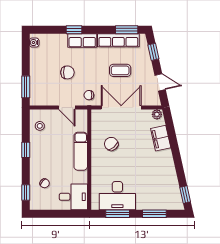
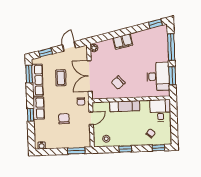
filing cabinet: (161, 138) -> (123, 42), moved
window: (154, 214) -> (171, 47), width x1.44

